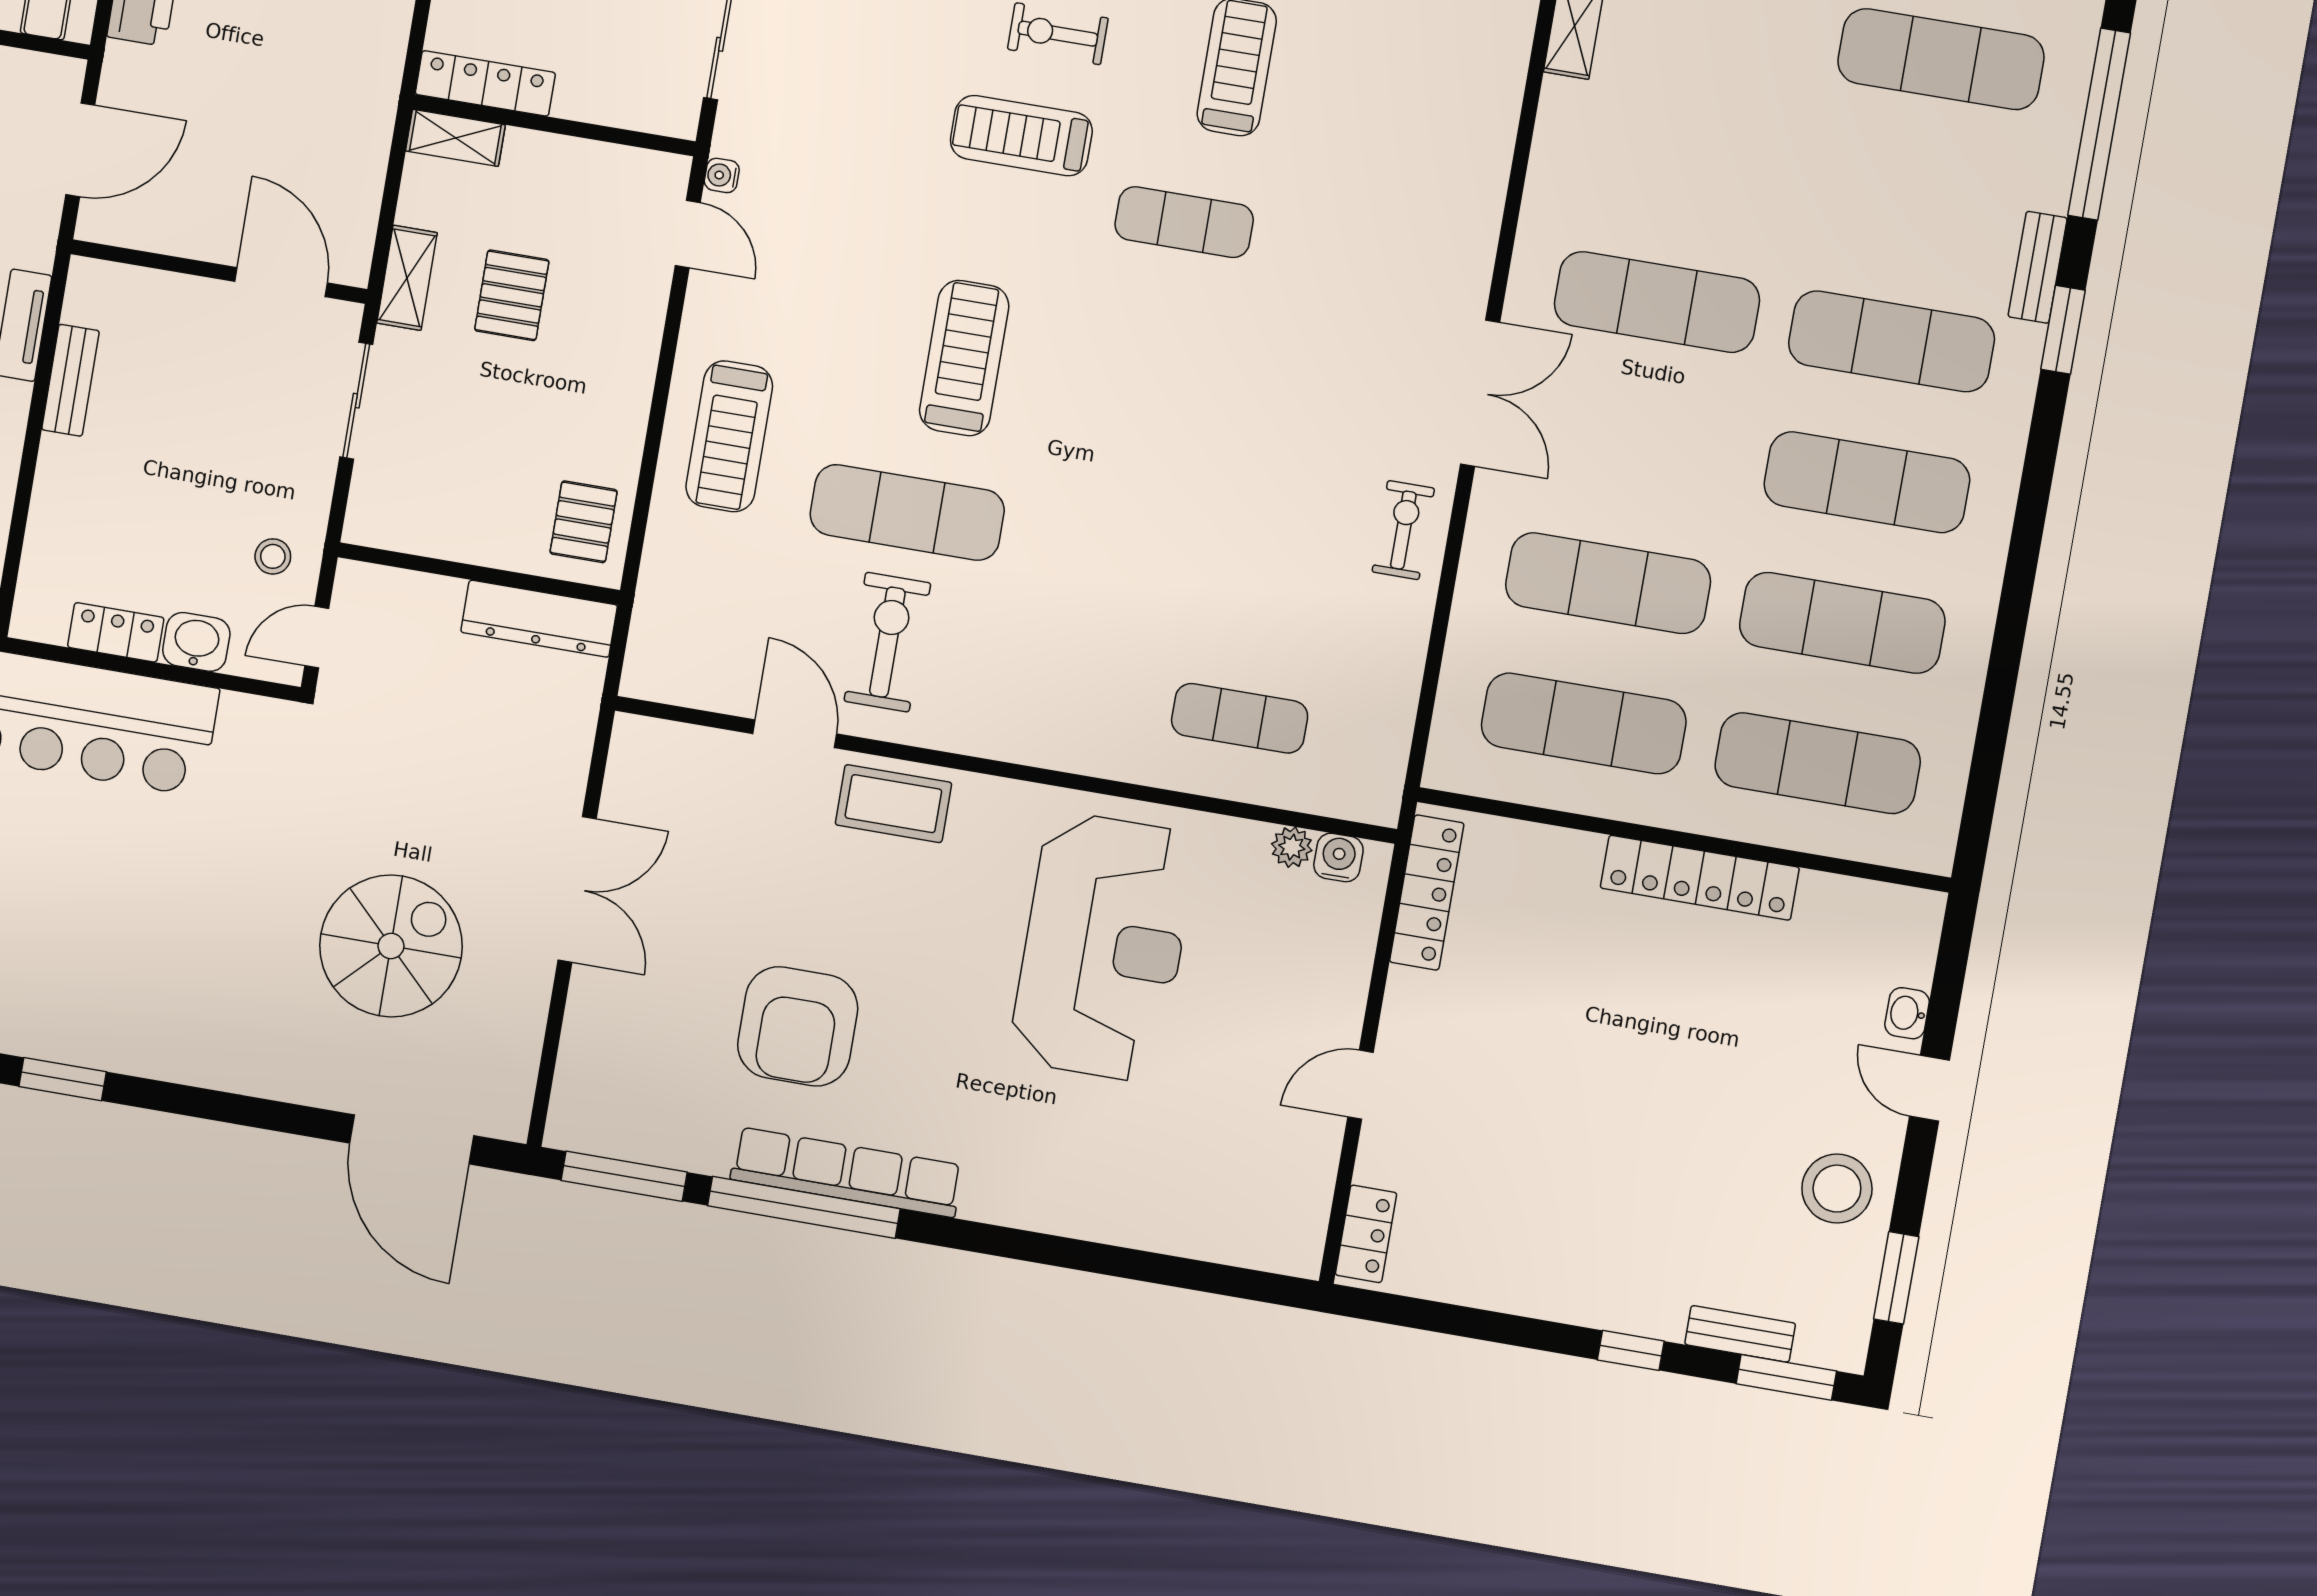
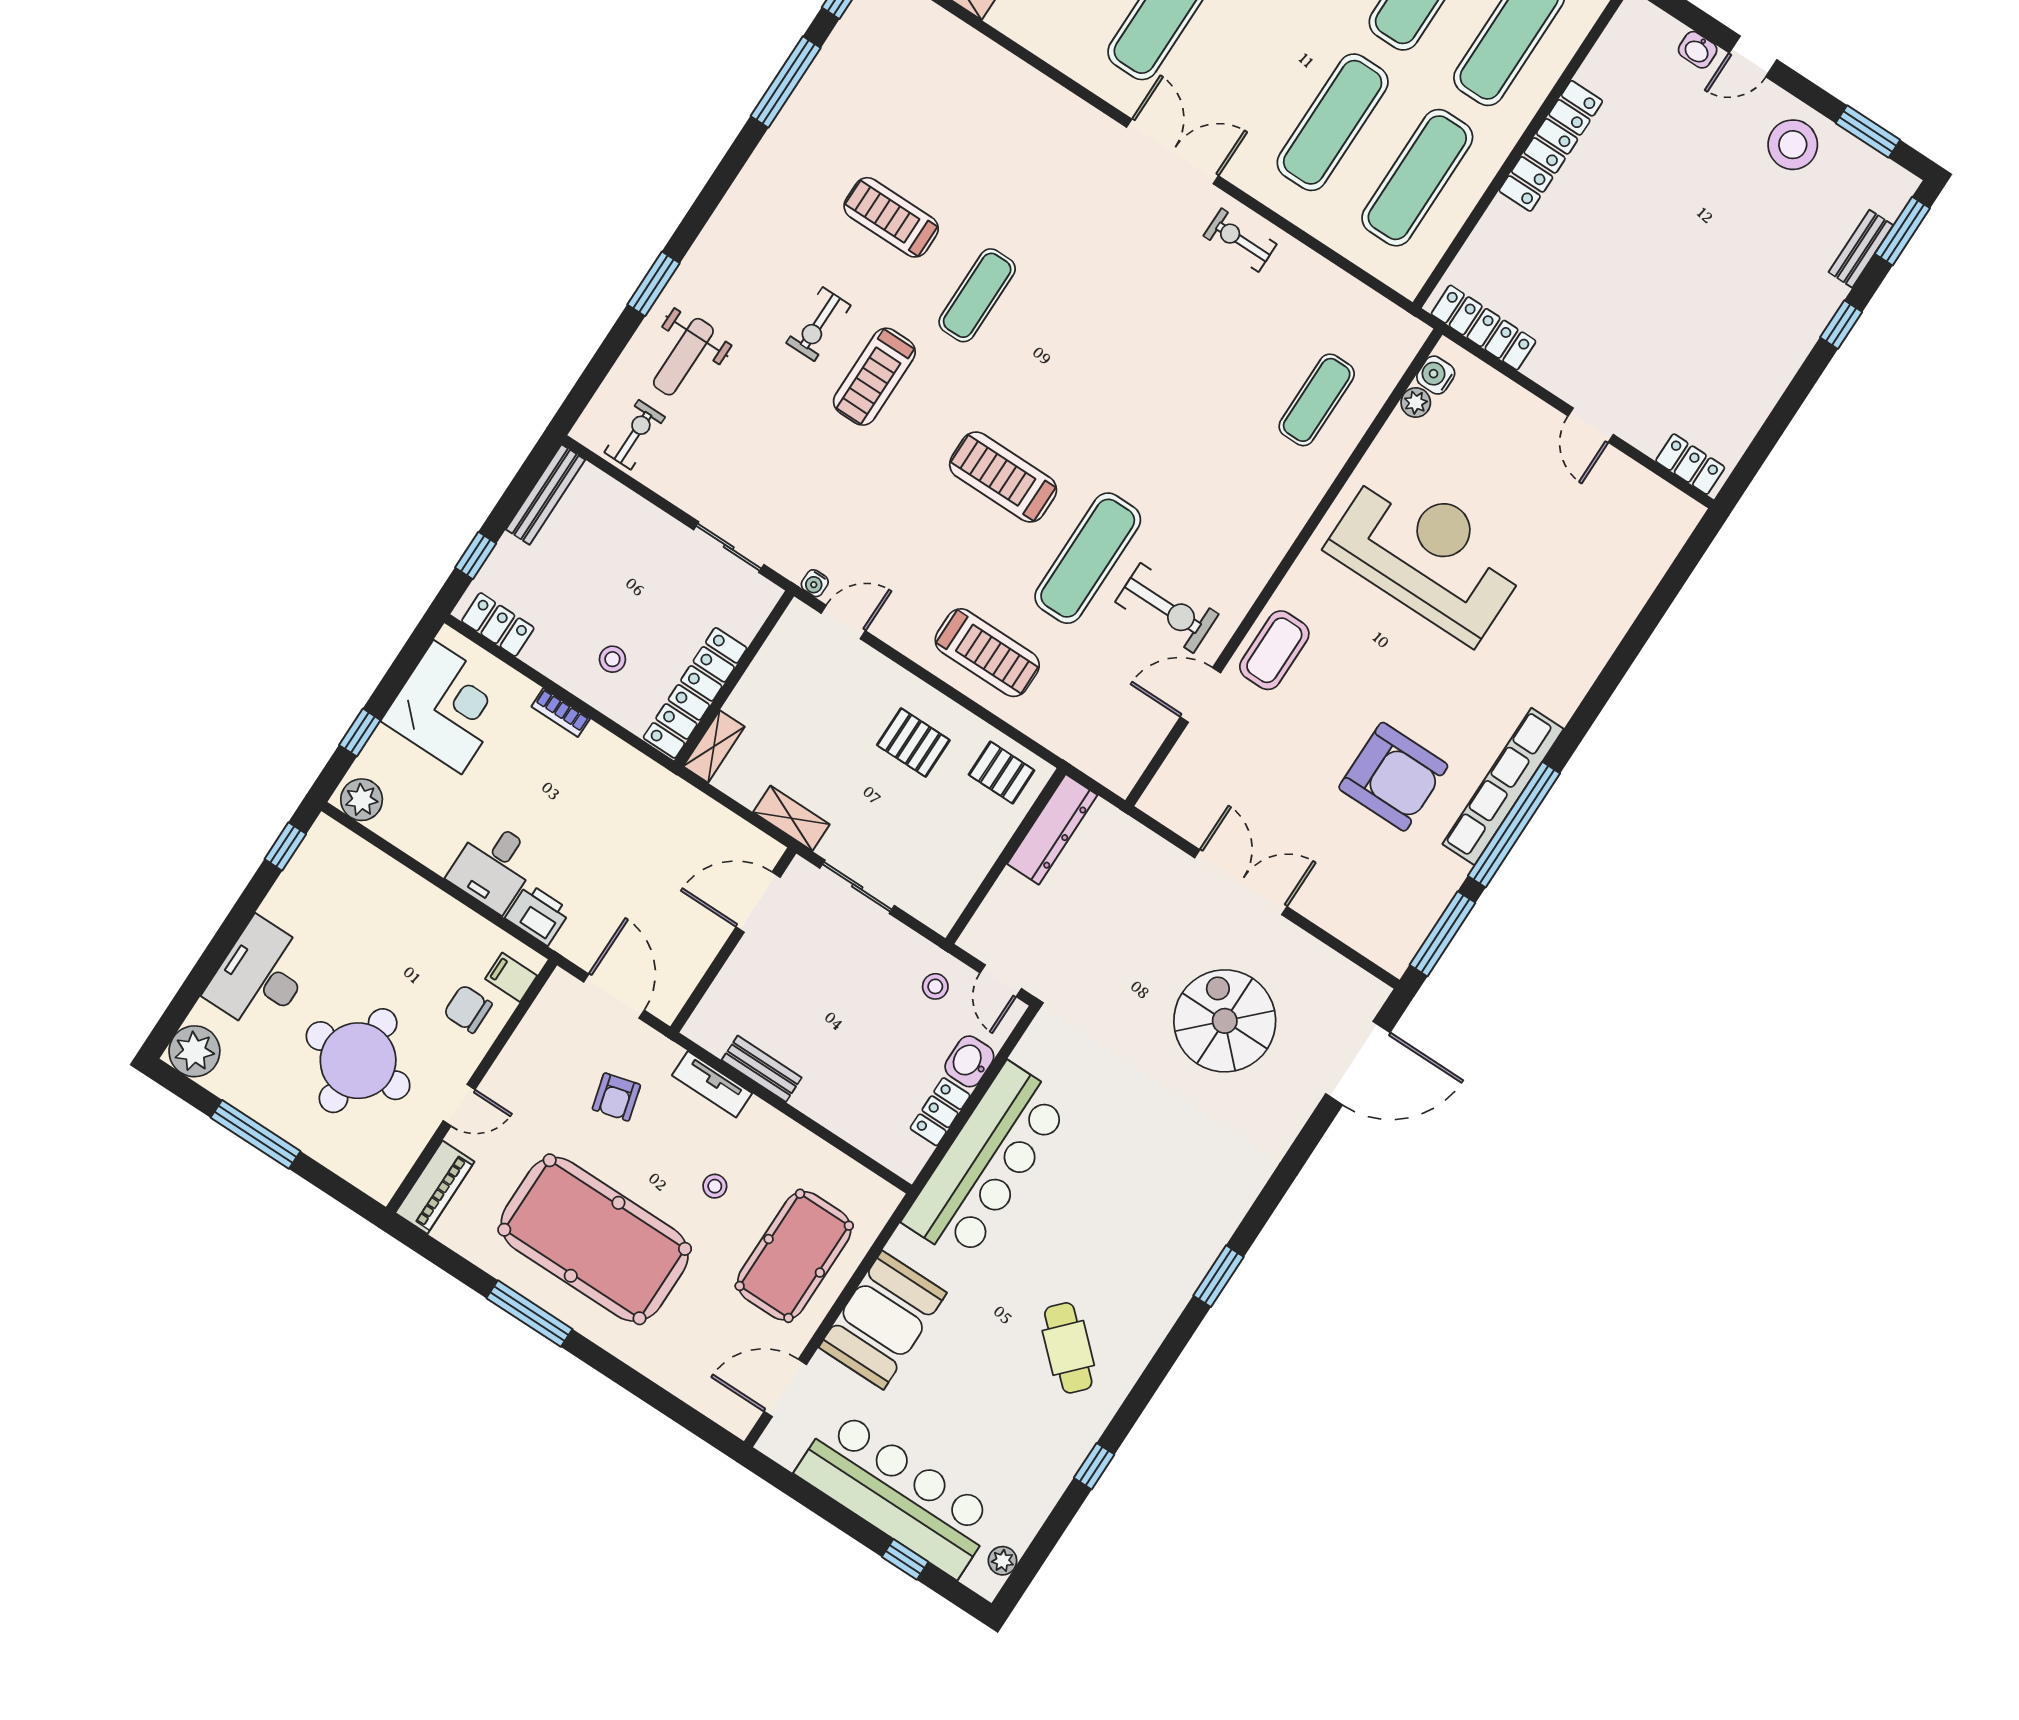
locker: (485, 83) -> (695, 693), width x1.41, depth x1.21
pallet: (512, 295) -> (913, 743), moved
exercise bike: (887, 642) -> (1167, 608), turned 180

